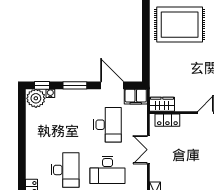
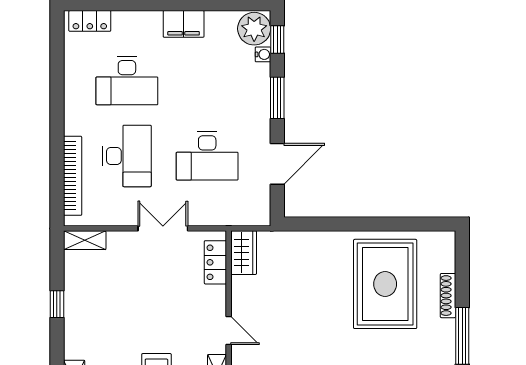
filing cabinet: (136, 97) -> (184, 24), moved, turned -90
desk: (108, 170) -> (127, 156), turned 180

